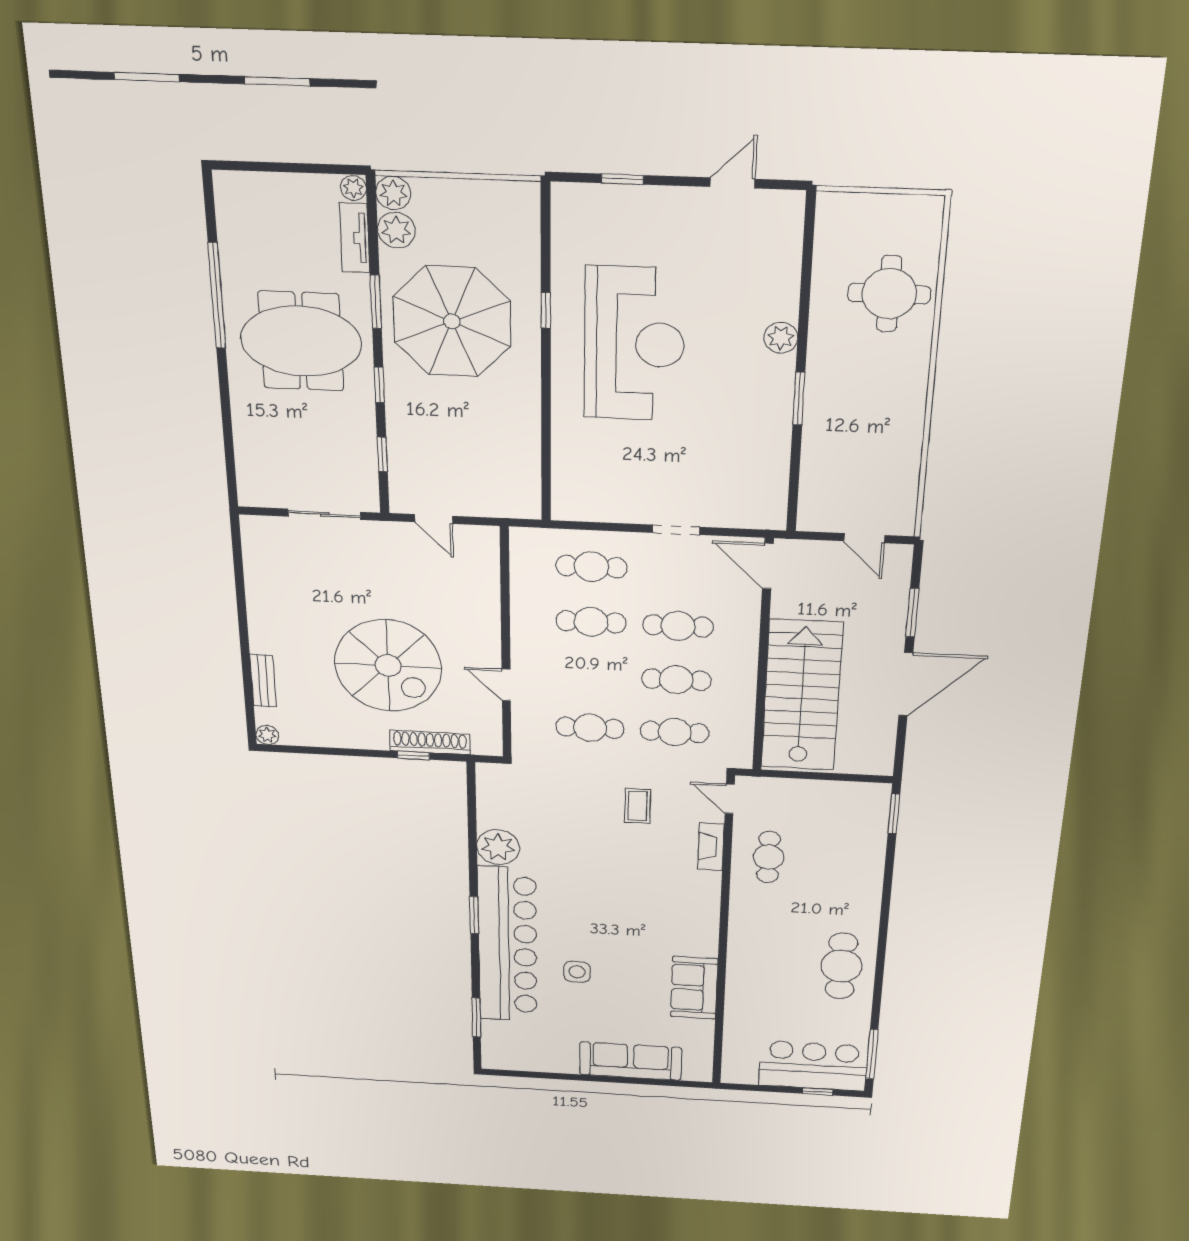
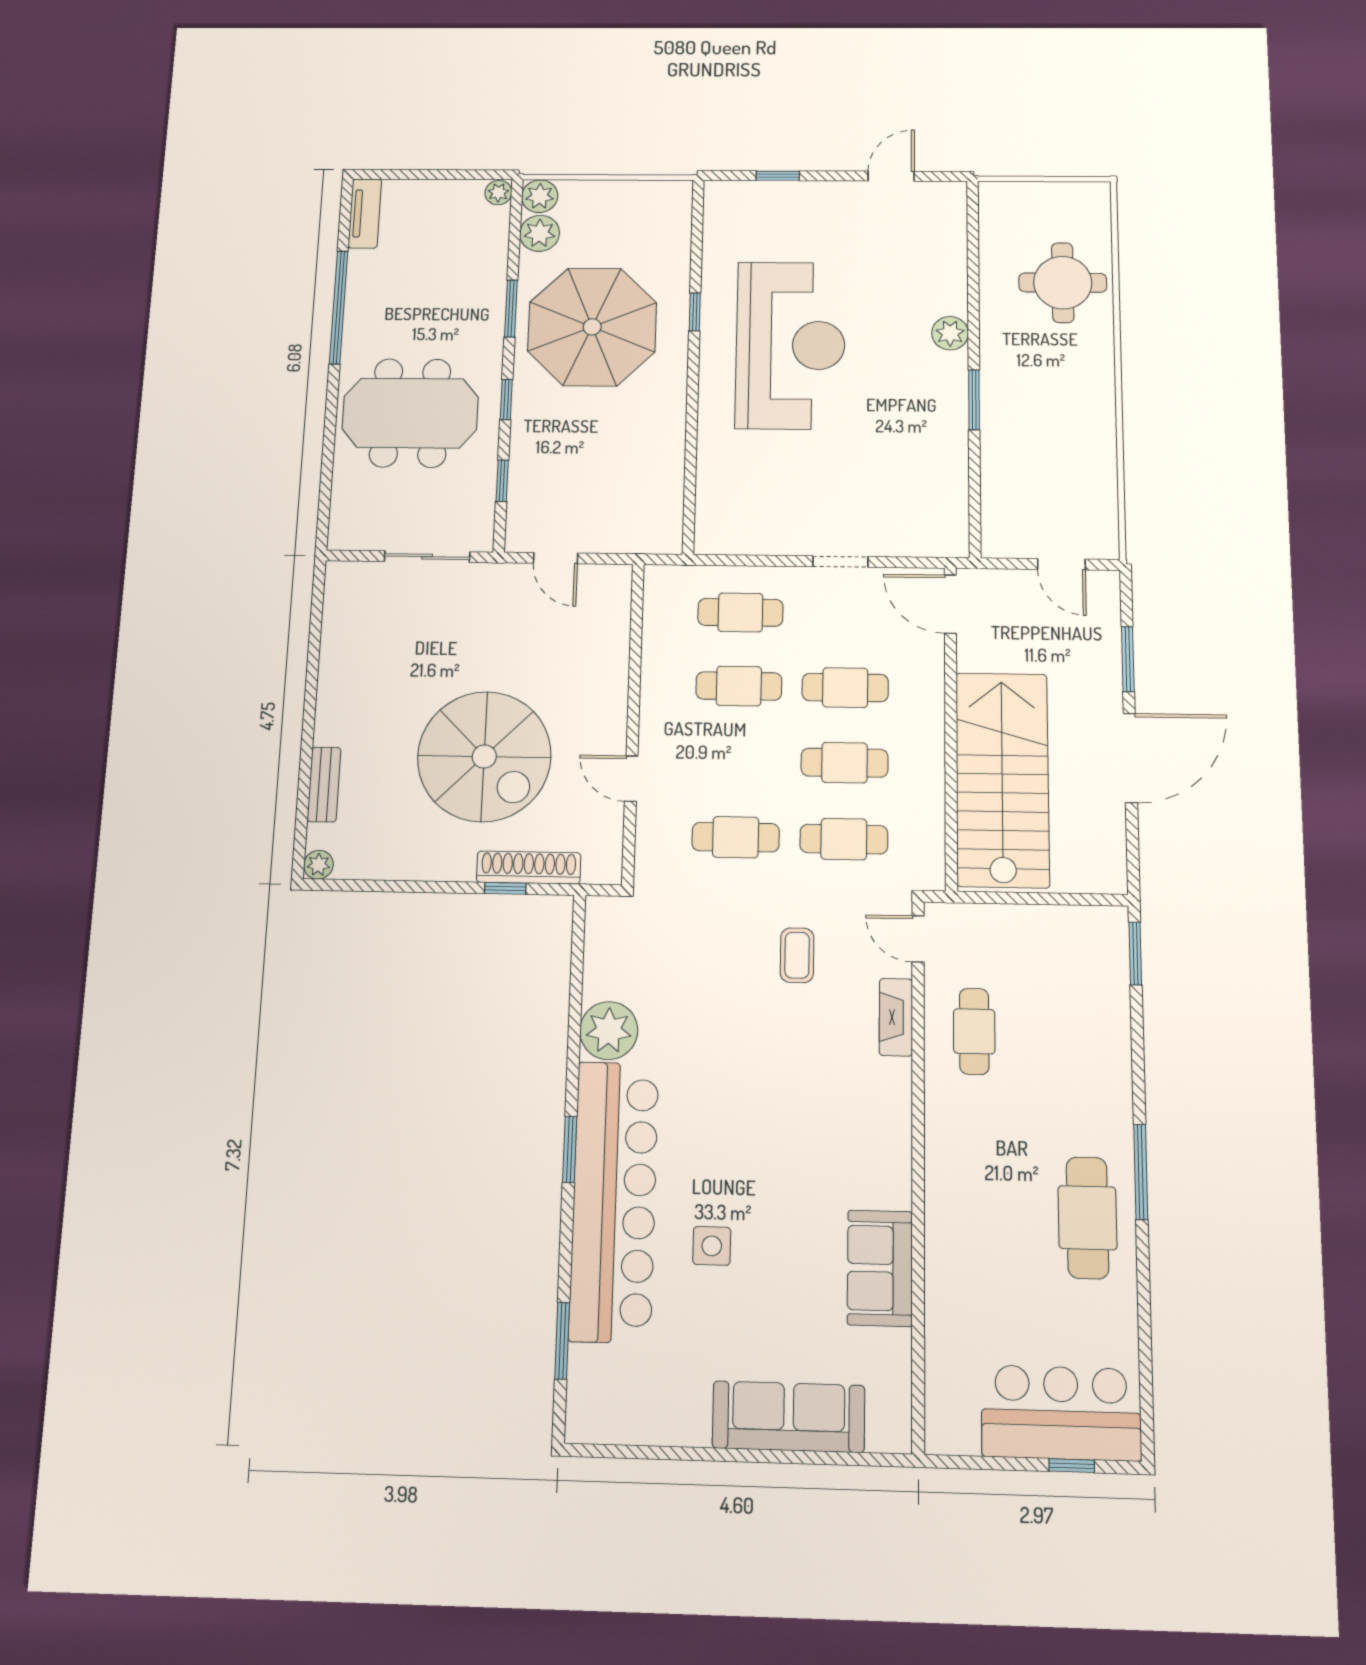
tv unit: (355, 238) -> (365, 213), moved, turned 180
meeting table: (301, 341) -> (410, 413), moved
window: (872, 1054) -> (1141, 1172), moved

